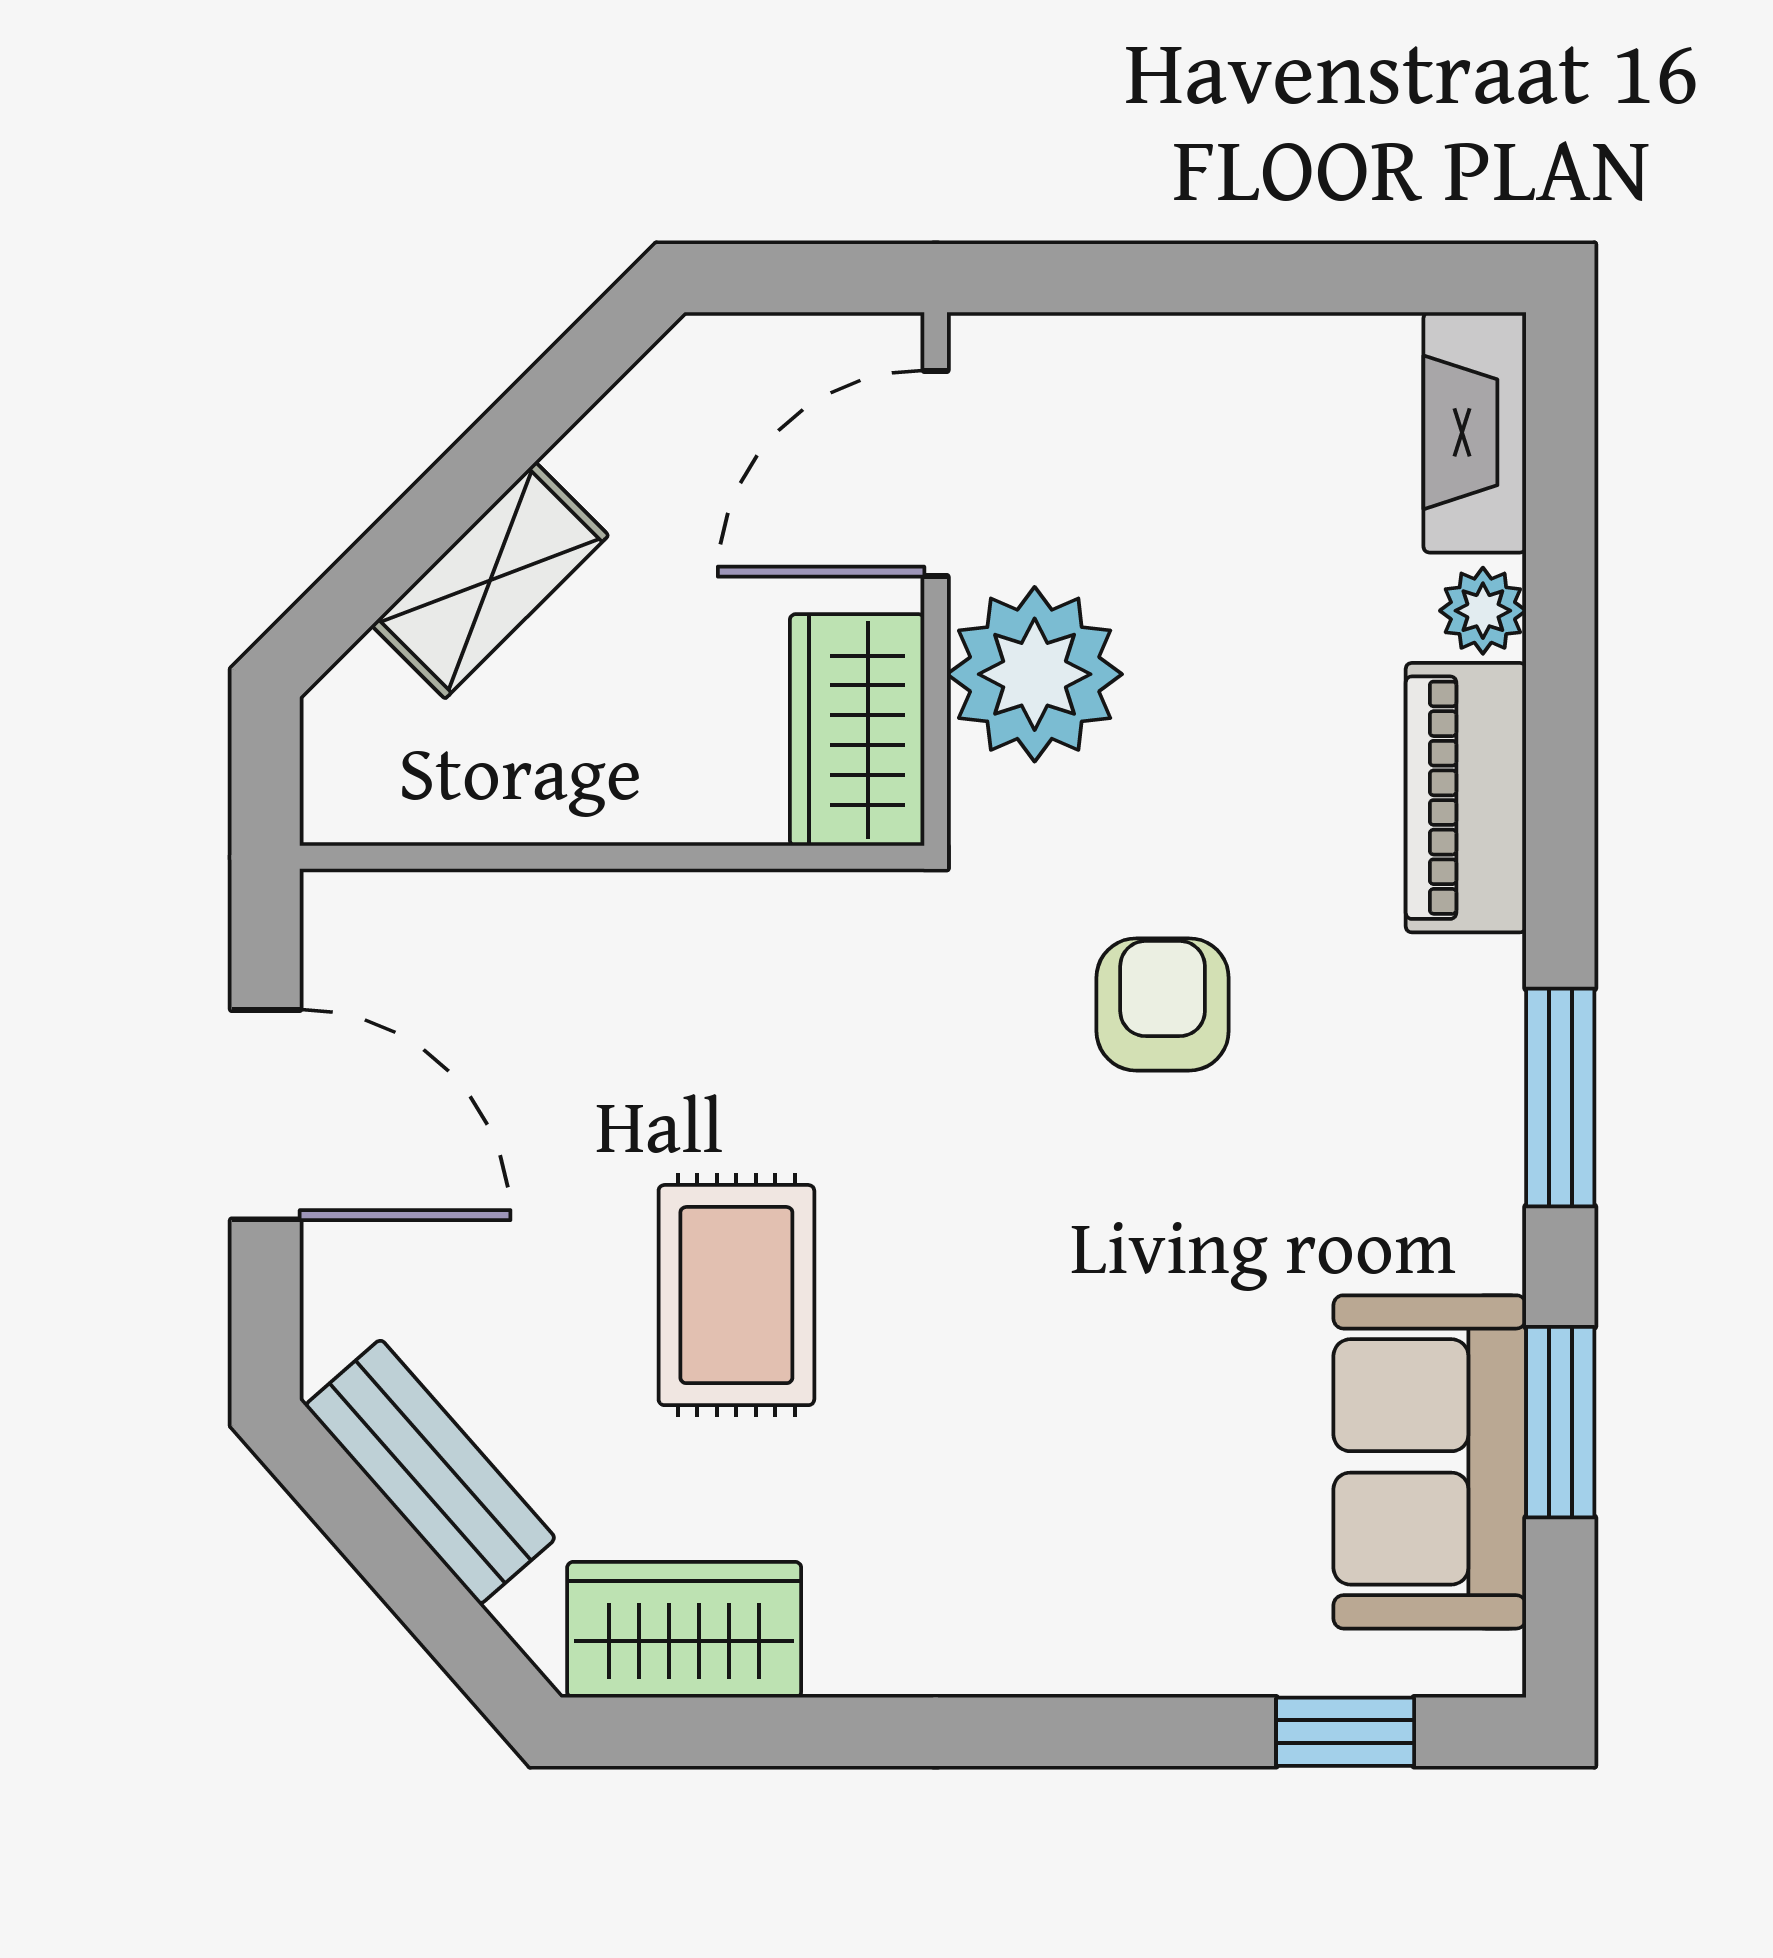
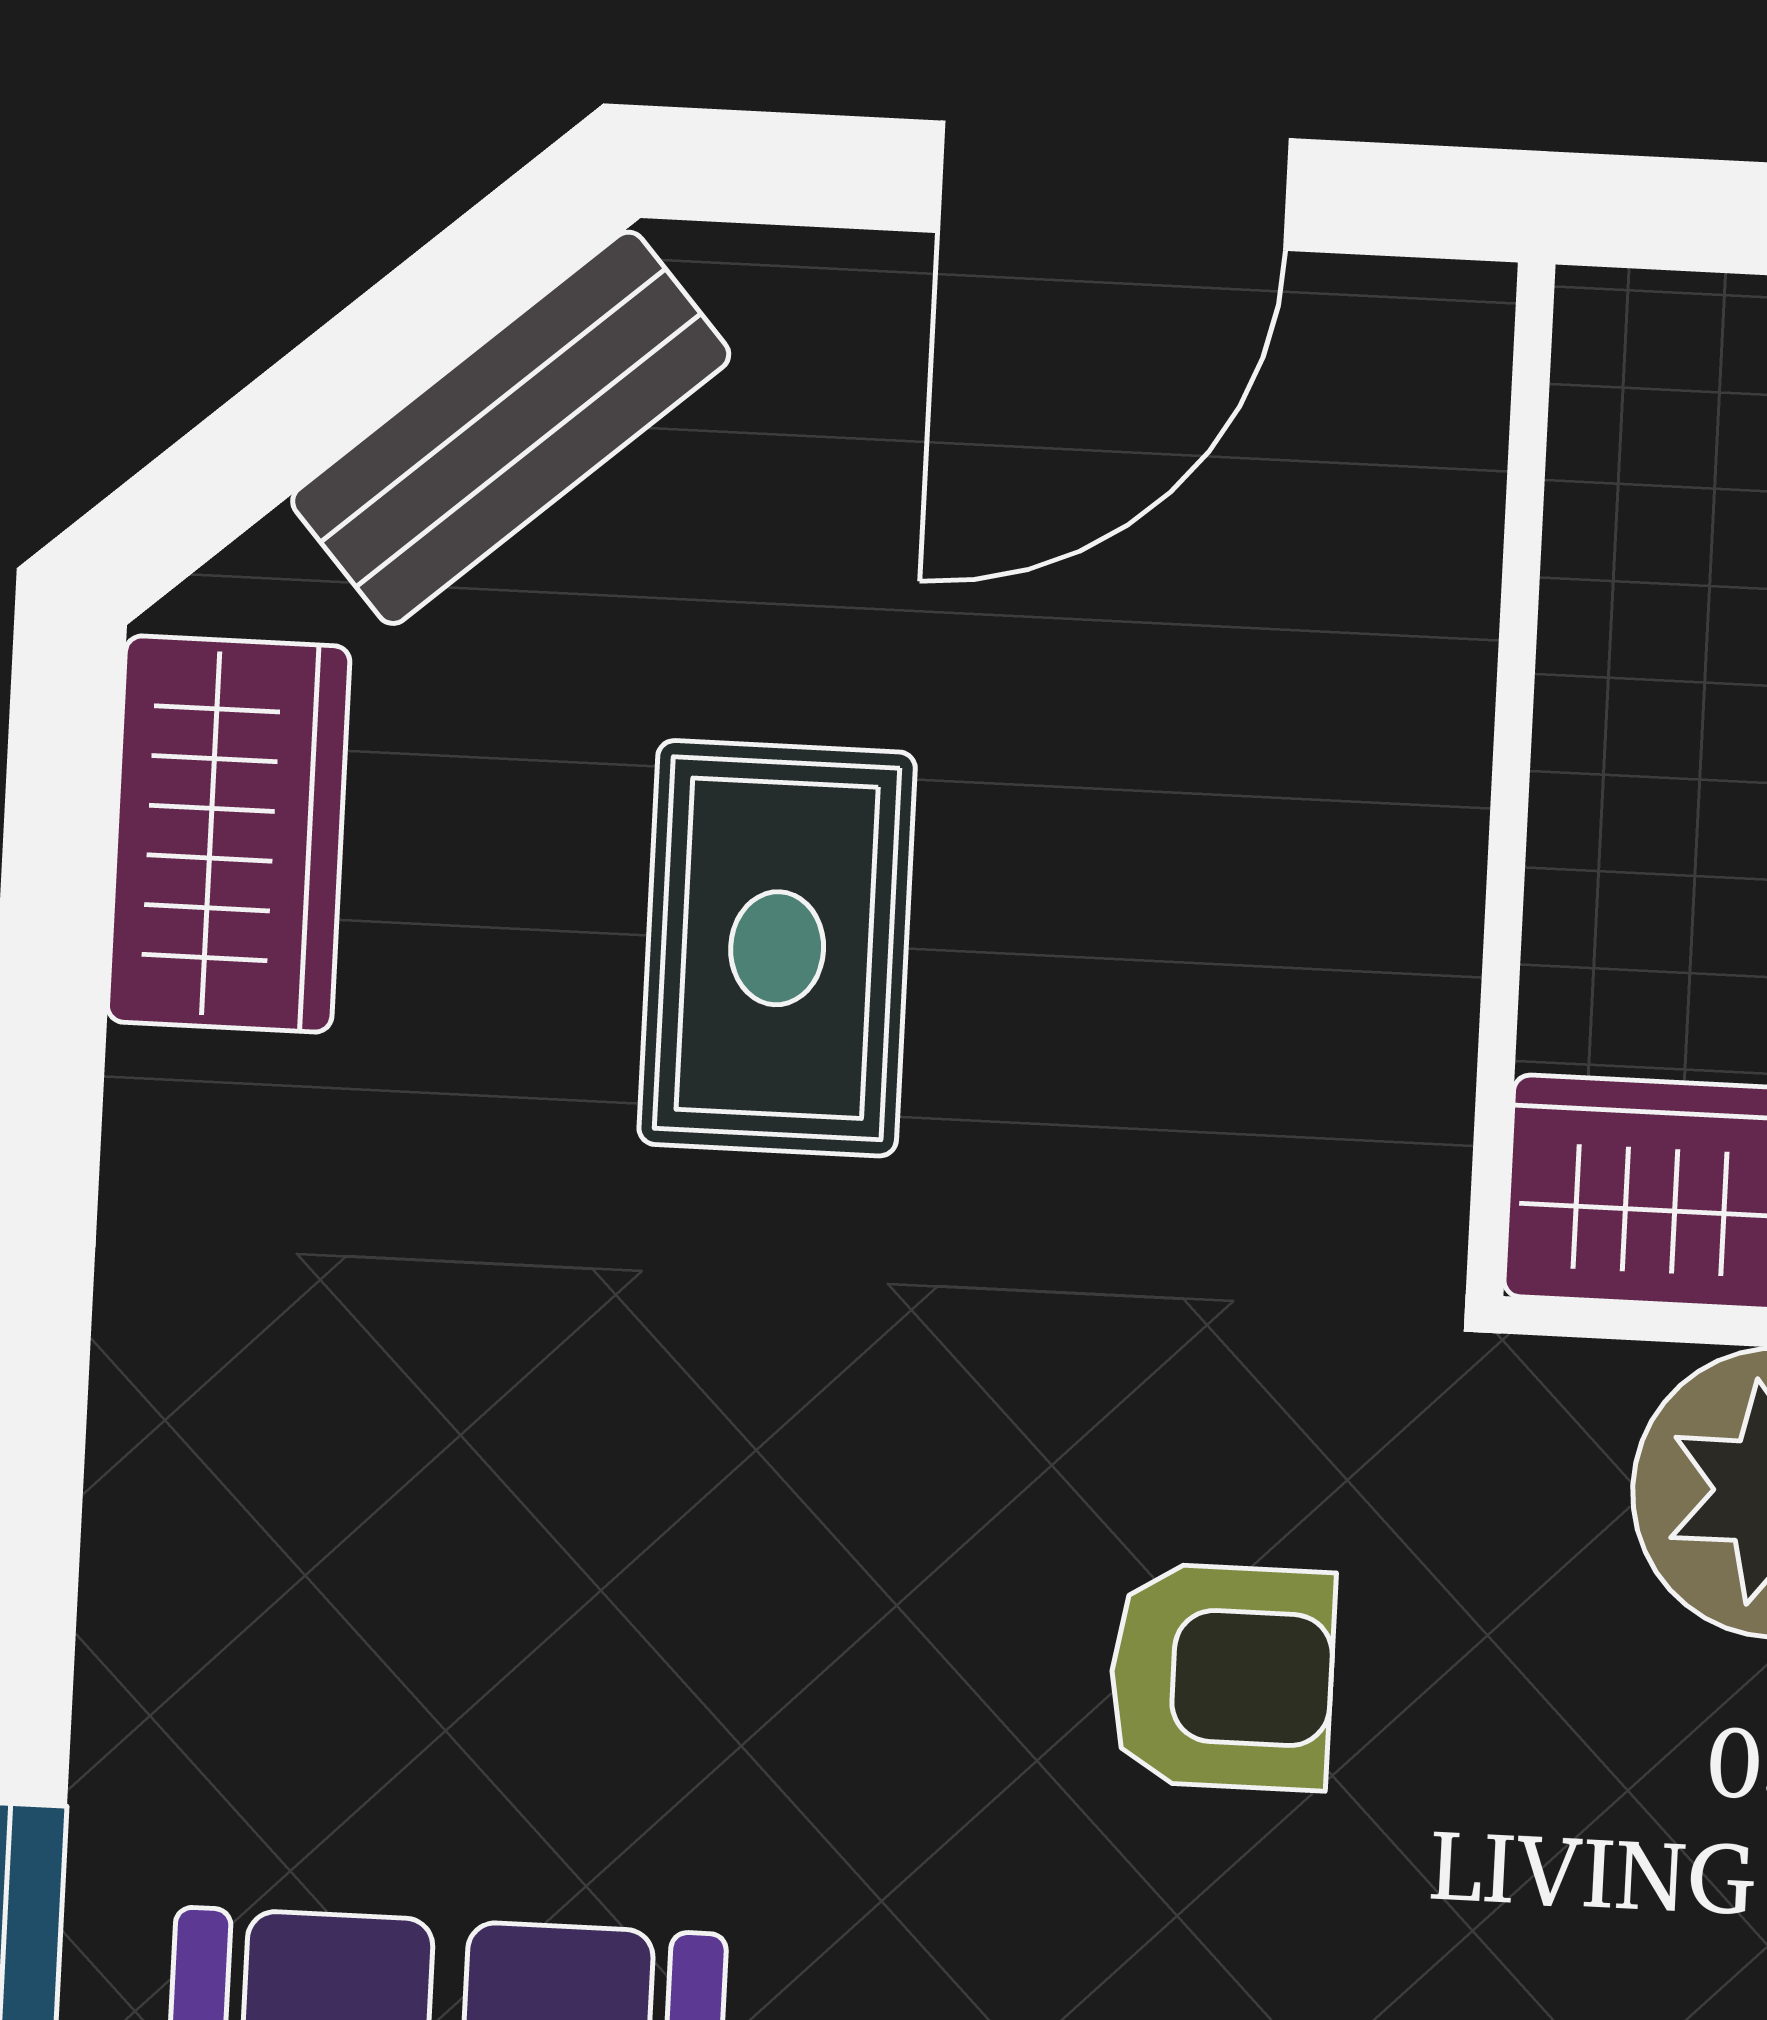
rug: (736, 1295) -> (777, 948), turned 90

